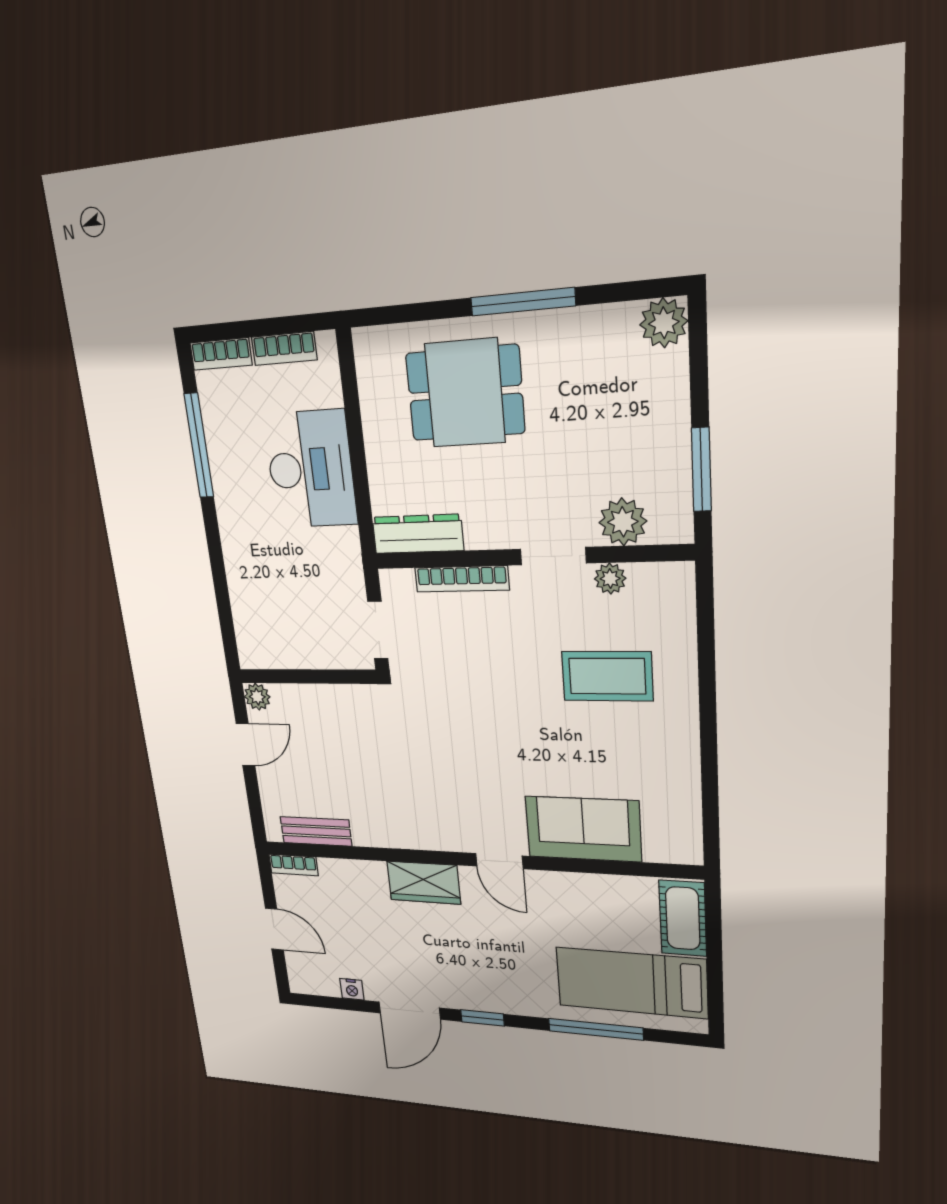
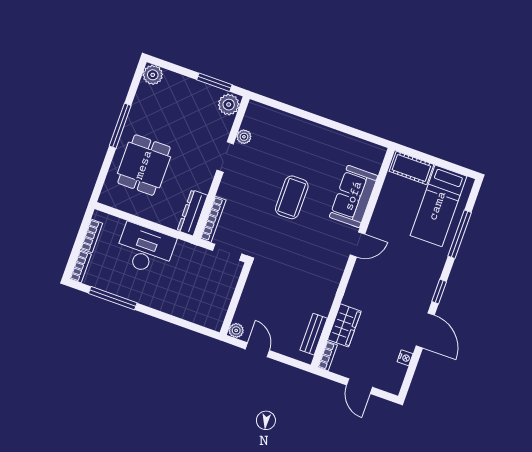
plant: (623, 522) -> (229, 105), moved
bookcase: (462, 579) -> (213, 219), moved
coffee table: (607, 676) -> (292, 197), moved
wardrobe: (424, 883) -> (344, 325), moved
door: (274, 929) -> (359, 386), swing flipped

